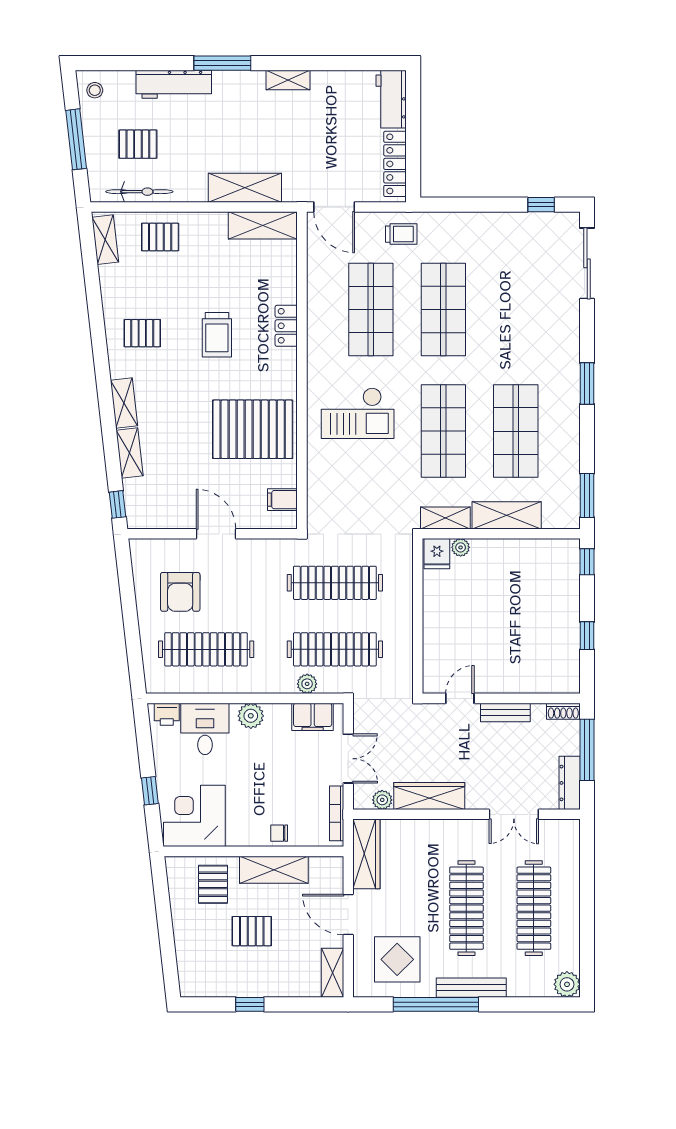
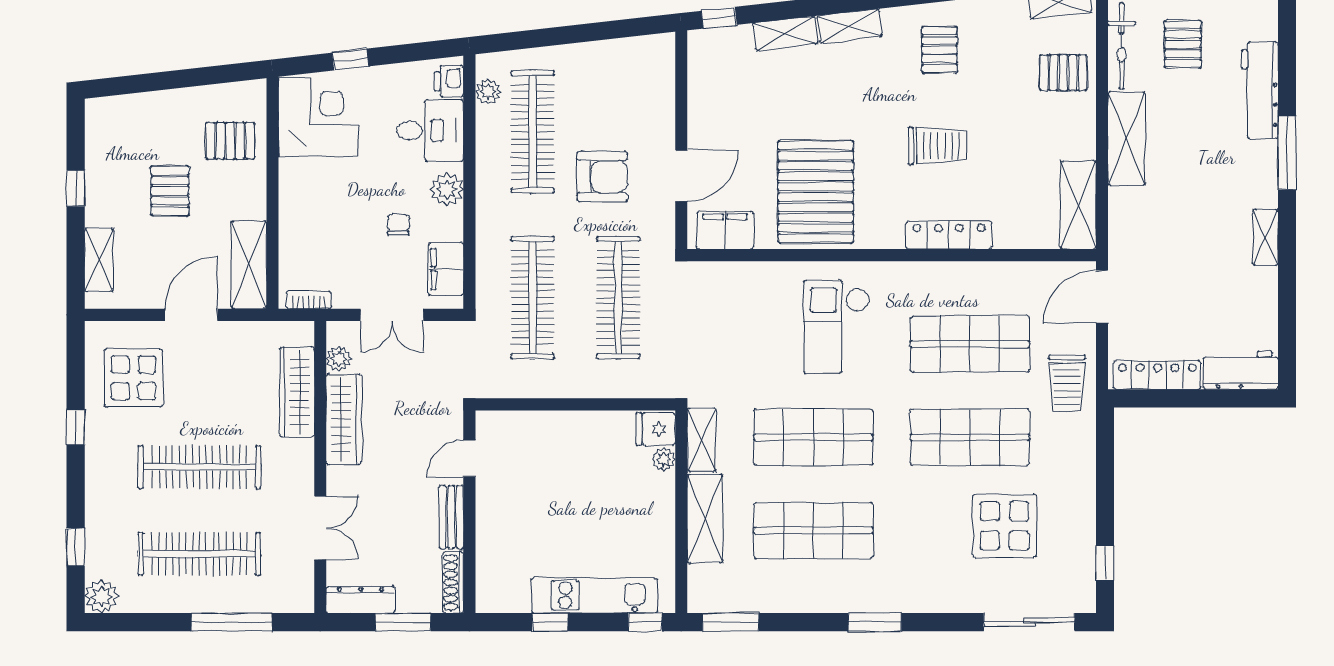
shelving: (245, 188) -> (1127, 139), moved
trolley: (401, 234) -> (1067, 383), width x1.36, depth x1.39
pallet: (160, 237) -> (1063, 73), turned 90
display table: (512, 283) -> (1005, 526), added
locker: (286, 326) -> (949, 235), width x1.53
trolley: (217, 335) -> (937, 146), turned 180
filing cabinet: (282, 500) -> (725, 230), width x2.00
door: (216, 534) -> (681, 176), moved
armchair: (180, 592) -> (602, 177), moved, turned 180
kitchen unit: (566, 601) -> (594, 595), added
plant: (307, 684) -> (488, 92), moved
door: (460, 698) -> (469, 459), swing flipped
shoe rack: (563, 711) -> (453, 582), width x1.43
window: (587, 750) -> (403, 622), width x0.69
bookcase: (337, 813) -> (309, 300), width x0.64
double door: (514, 814) -> (320, 528), swing flipped
chair: (279, 833) -> (398, 224), moved
wardrobe: (366, 854) -> (297, 392), moved, turned 90
shelving: (274, 870) -> (249, 265), moved
window: (587, 883) -> (232, 622), added
shelving: (332, 973) -> (99, 260), moved, turned 90
bench: (471, 988) -> (97, 473), removed
window: (436, 1004) -> (76, 428), width x0.32
window: (529, 1004) -> (76, 547), added

